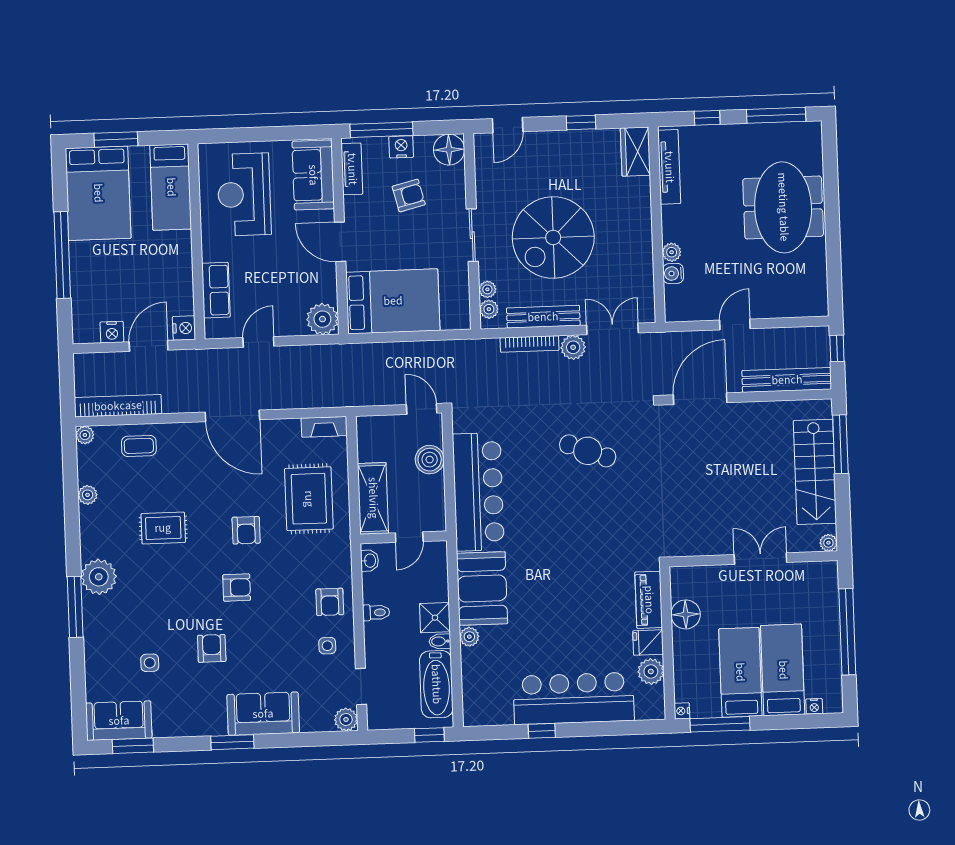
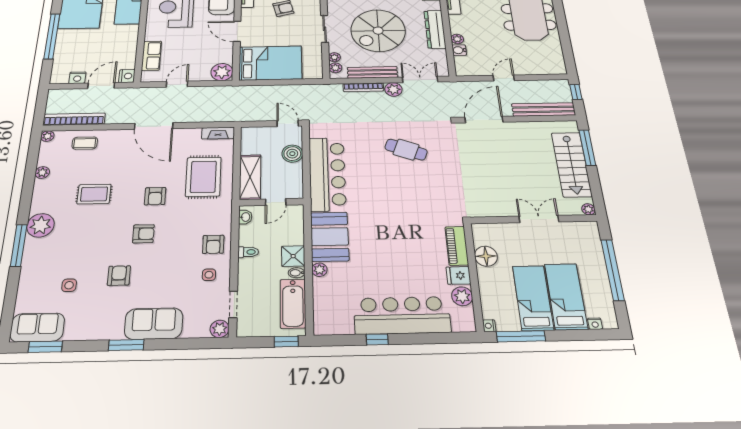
dresser: (639, 234) -> (435, 29), added

